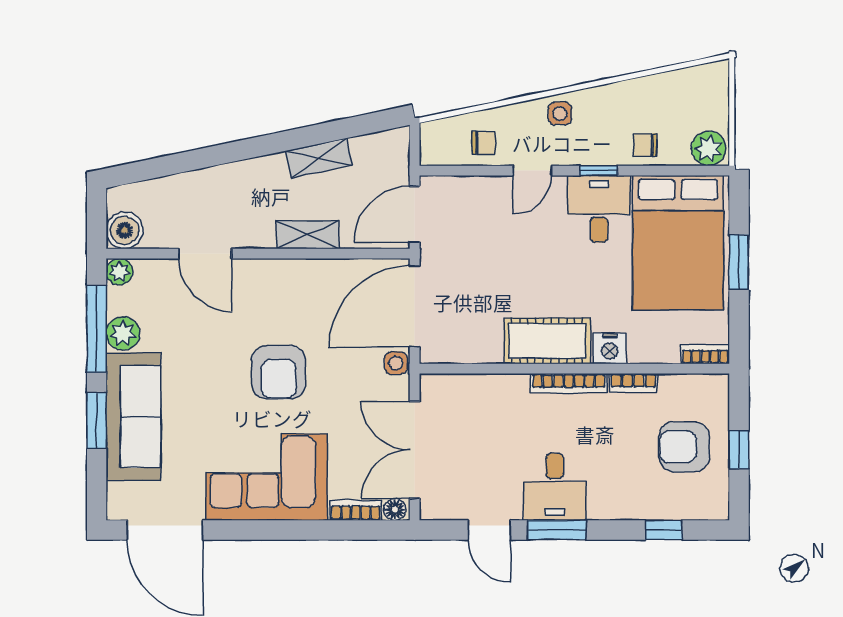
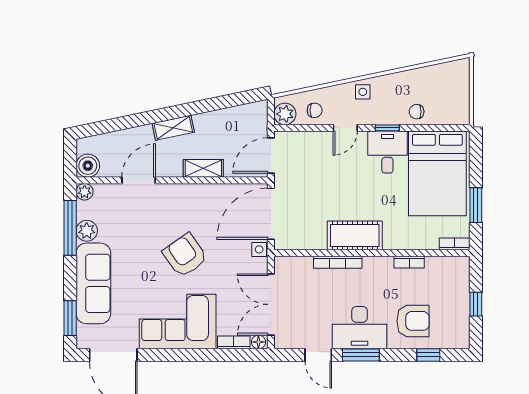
plant: (709, 149) -> (285, 114), moved
shelving: (319, 158) -> (173, 128), moved
door: (205, 254) -> (139, 180), swing flipped
window: (739, 262) -> (476, 205), moved
nightstand: (610, 349) -> (394, 240), removed
armchair: (279, 372) -> (185, 255), turned 145
bookcase: (569, 383) -> (338, 262), moved
window: (97, 421) -> (70, 318), moved
armchair: (684, 447) -> (413, 321), moved, turned 180
desk: (555, 487) -> (360, 328), width x1.37

